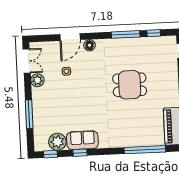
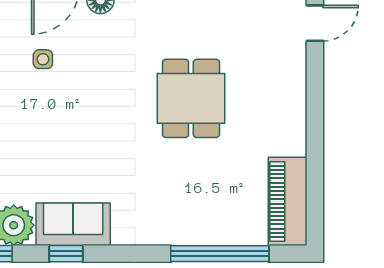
dining table: (130, 85) -> (191, 98), turned 90

